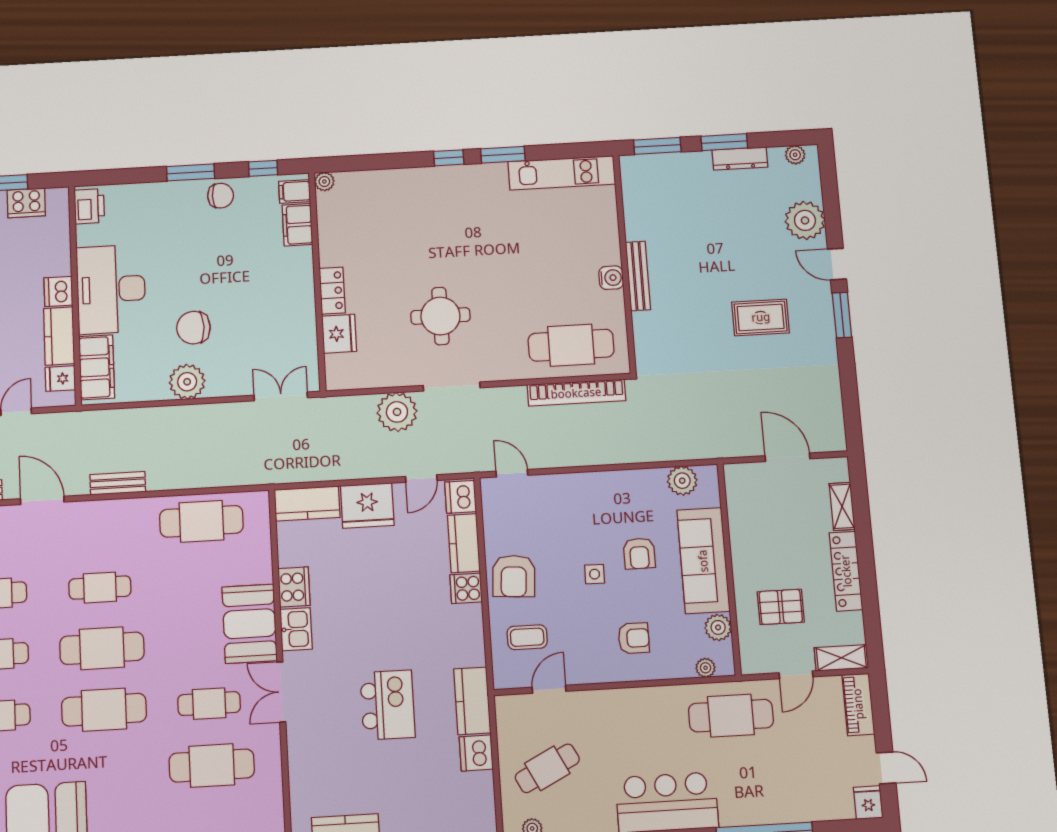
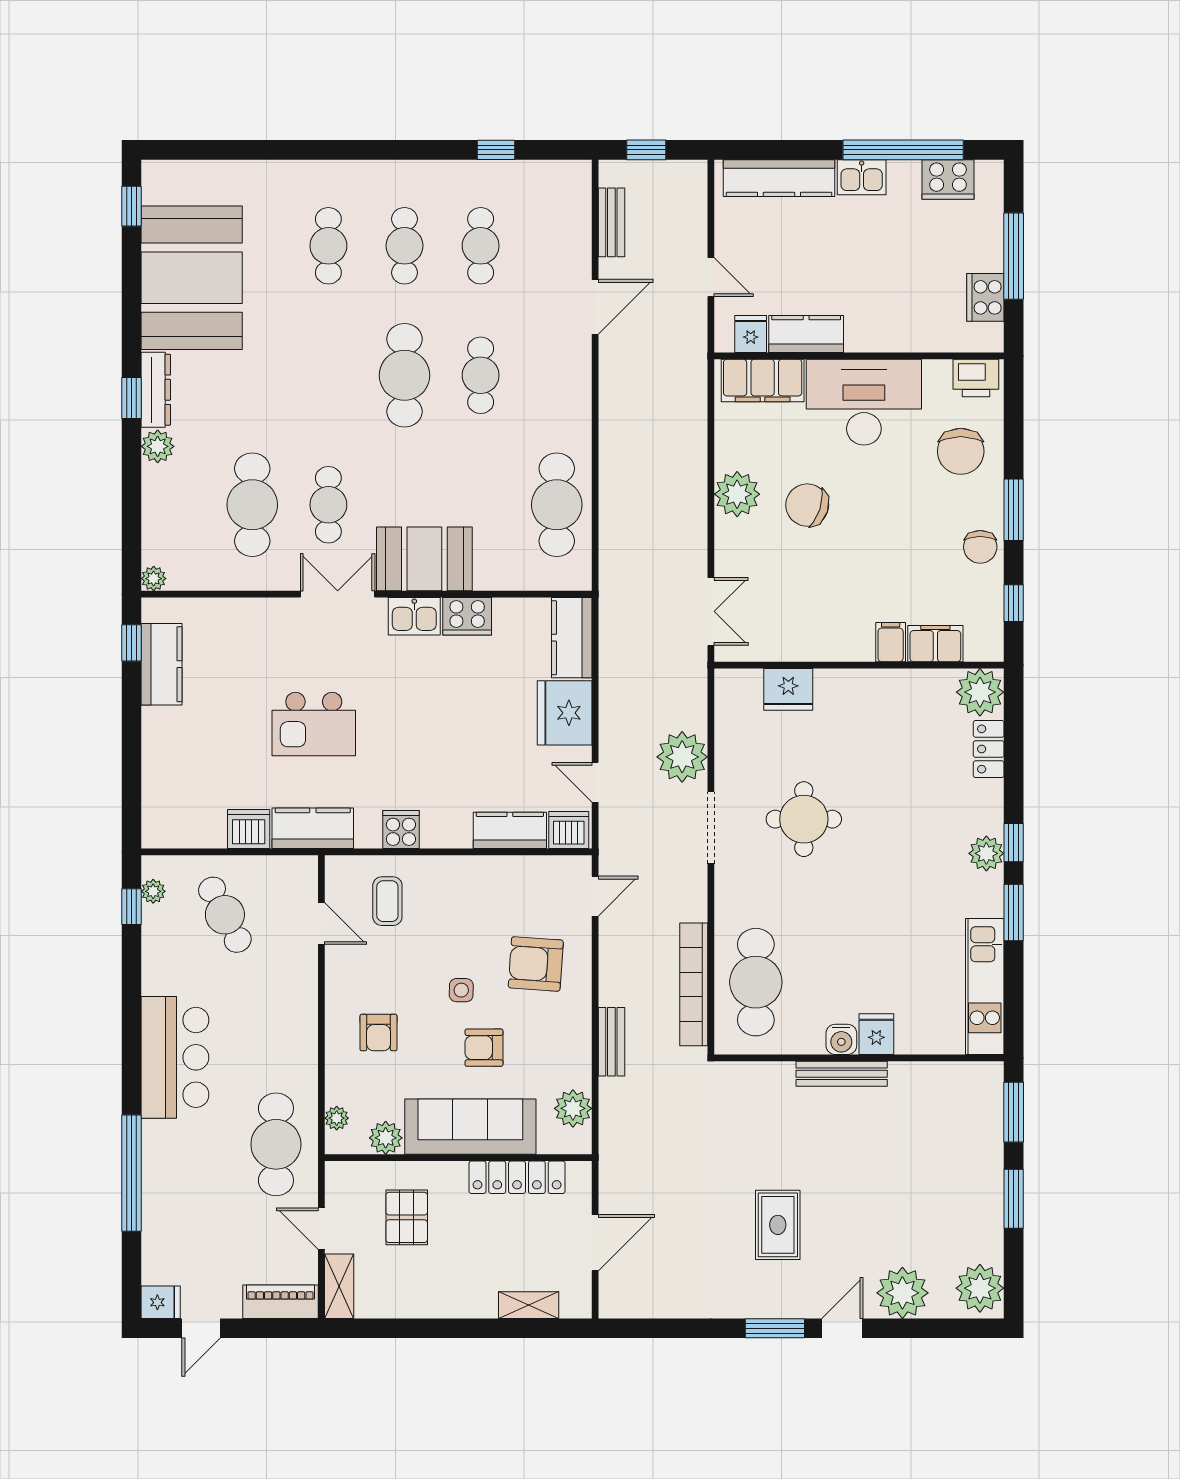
plant: (795, 155) -> (980, 1288), width x1.87, depth x1.87
dresser: (740, 159) -> (990, 1217), removed
plant: (458, 177) -> (986, 853), added
plant: (324, 182) -> (980, 692), width x1.87, depth x1.87
filing cabinet: (295, 191) -> (891, 642), moved
chair: (147, 214) -> (961, 451), added
fridge: (605, 252) -> (876, 1034), added
dishwasher: (58, 291) -> (865, 335), removed
locker: (332, 291) -> (989, 749), moved, turned 90
chair: (193, 328) -> (807, 505), turned -72
bench: (118, 483) -> (611, 1042), moved
locker: (846, 571) -> (517, 1177), moved, turned 180
armchair: (514, 576) -> (536, 964), moved
cooker: (466, 588) -> (401, 829), moved
cafe table: (104, 710) -> (328, 375), removed

